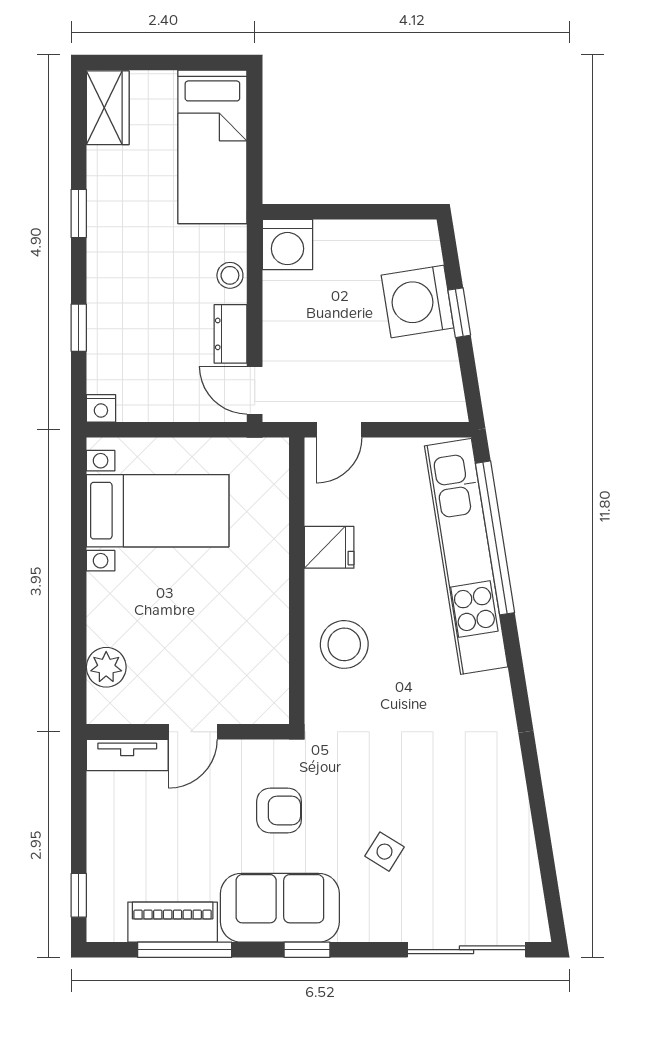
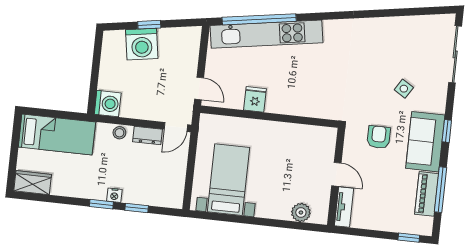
window: (79, 213) -> (101, 204), moved
nightstand: (101, 408) -> (114, 195), moved, turned 90
stool: (344, 644) -> (302, 97), removed

